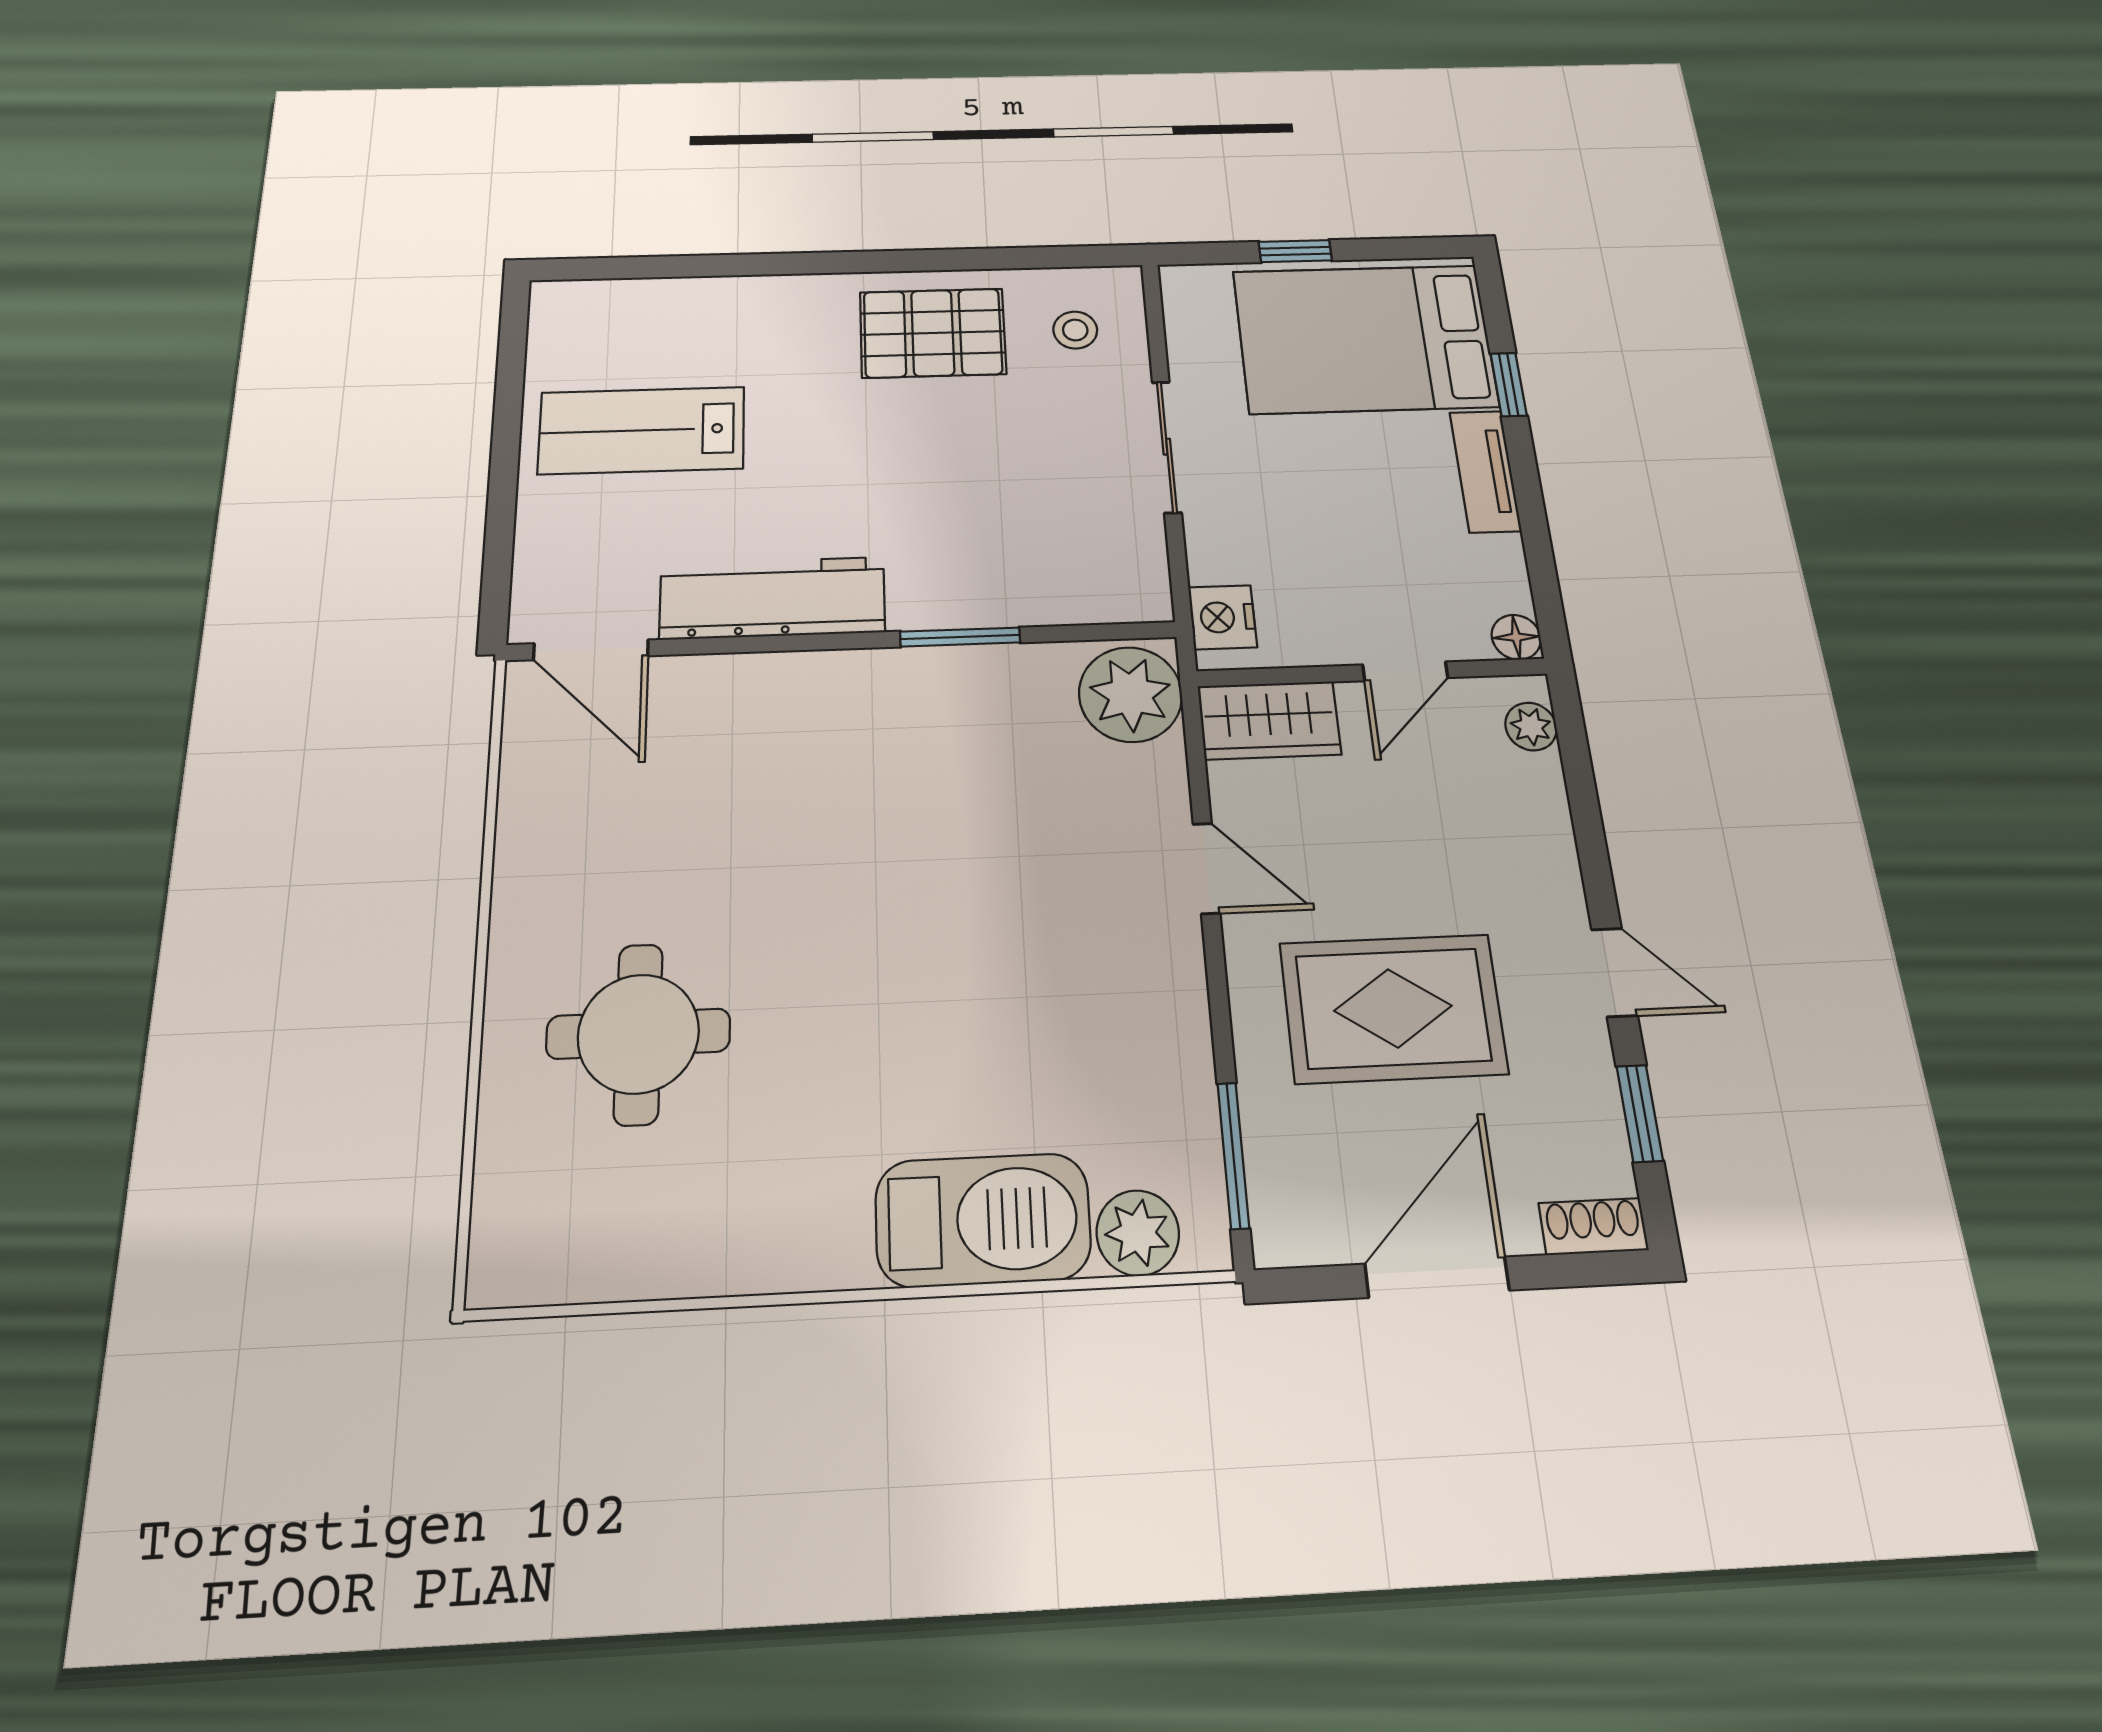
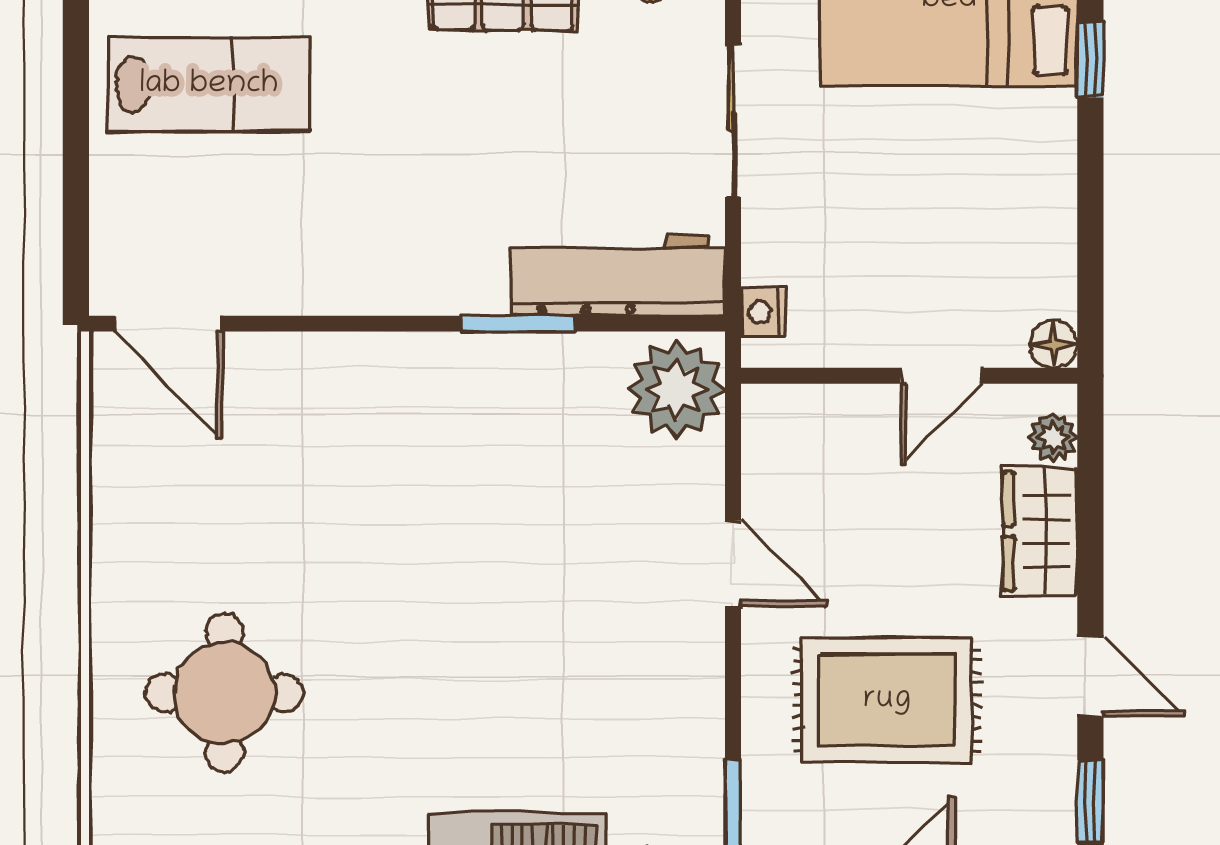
lab bench: (642, 430) -> (209, 85), turned 180
tv unit: (1485, 471) -> (1051, 161), removed
workbench: (772, 598) -> (618, 276), moved
nightstand: (1222, 617) -> (763, 312), width x0.72, depth x0.74
wardrobe: (1269, 720) -> (1040, 531), moved, turned 90

